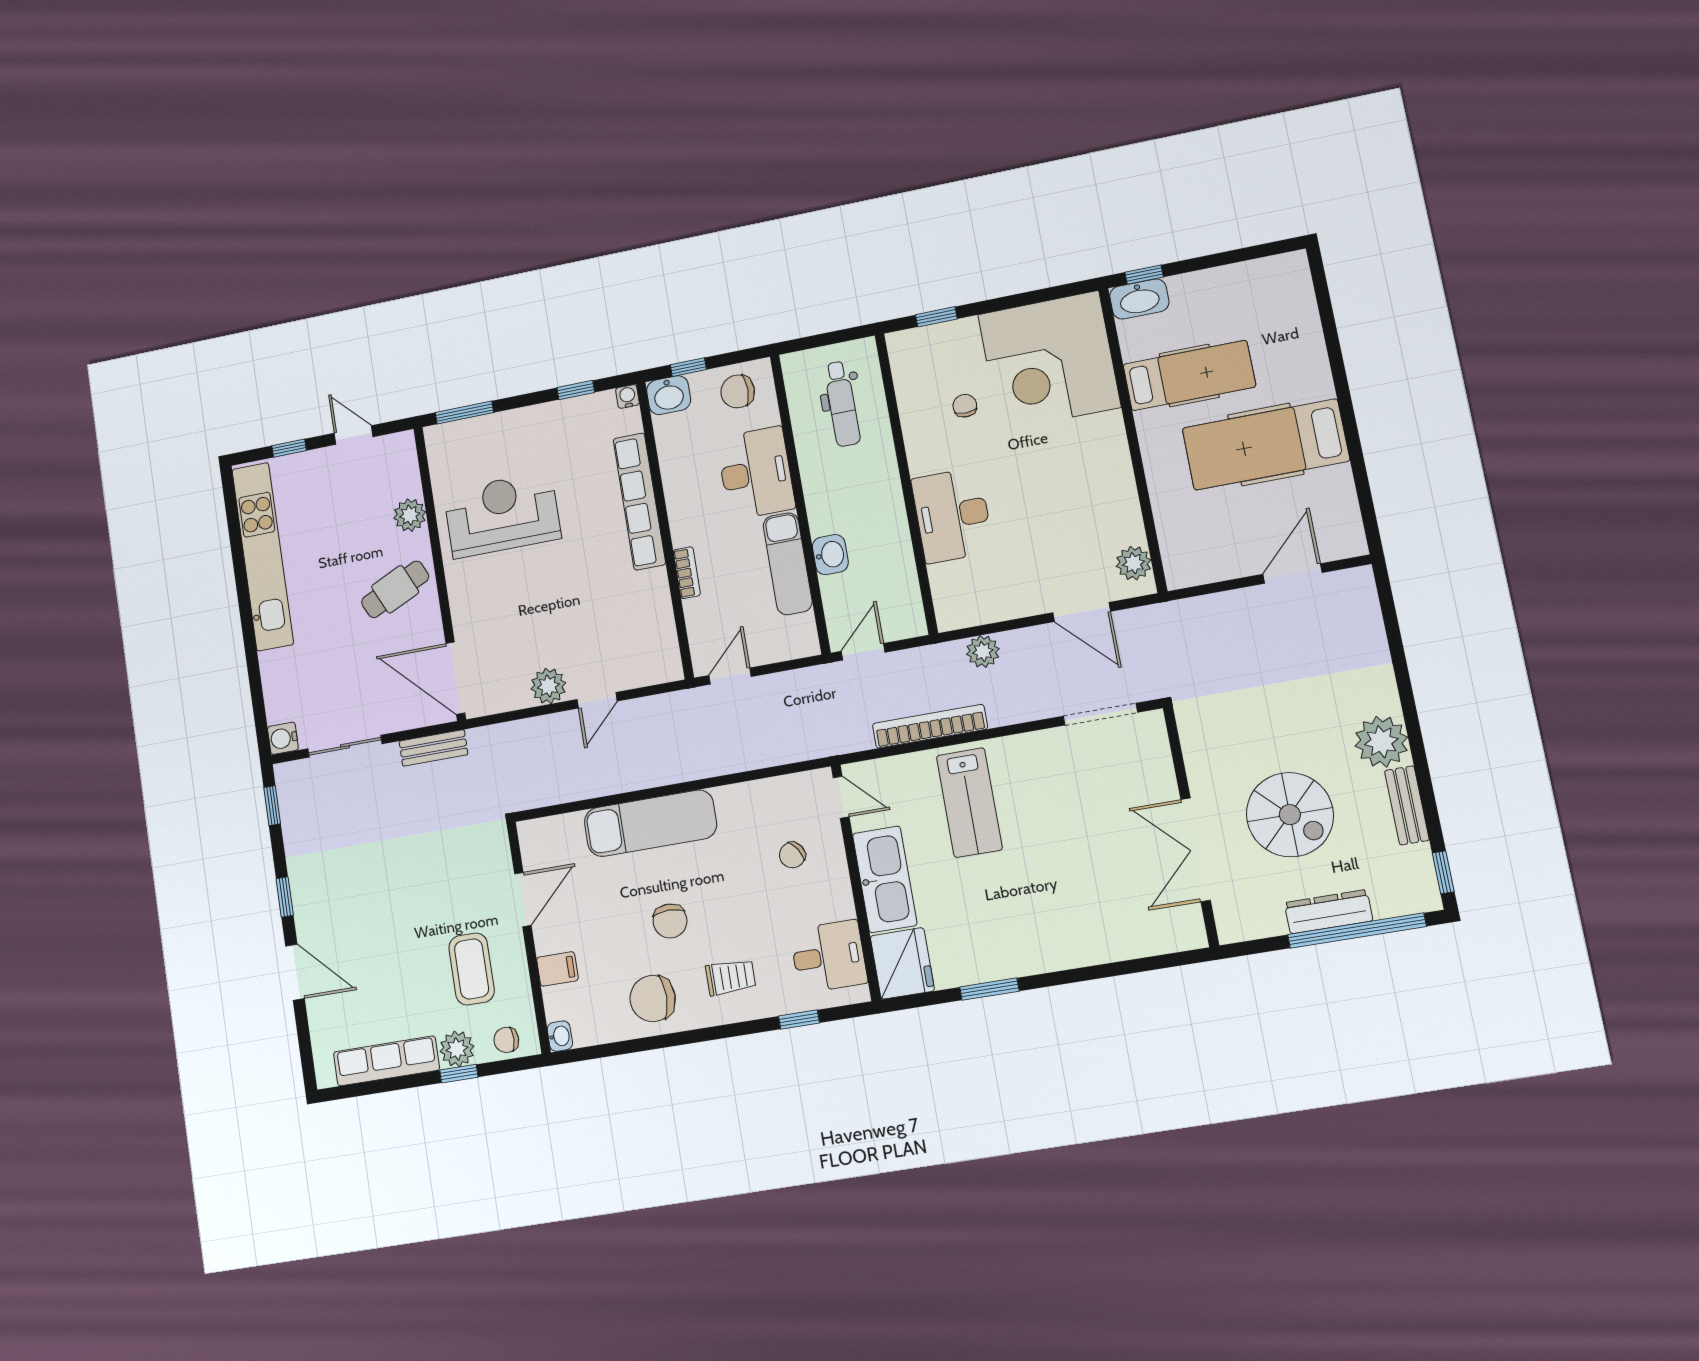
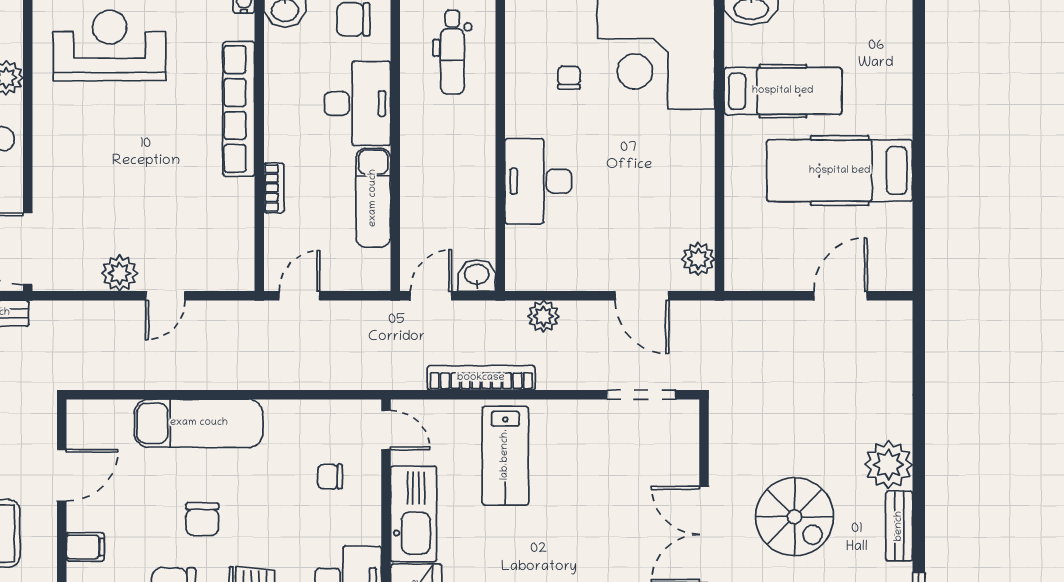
reception desk: (502, 515) -> (110, 46), moved
washbasin: (830, 555) -> (477, 275), moved, turned -90
chair: (792, 855) -> (330, 477), turned 34

